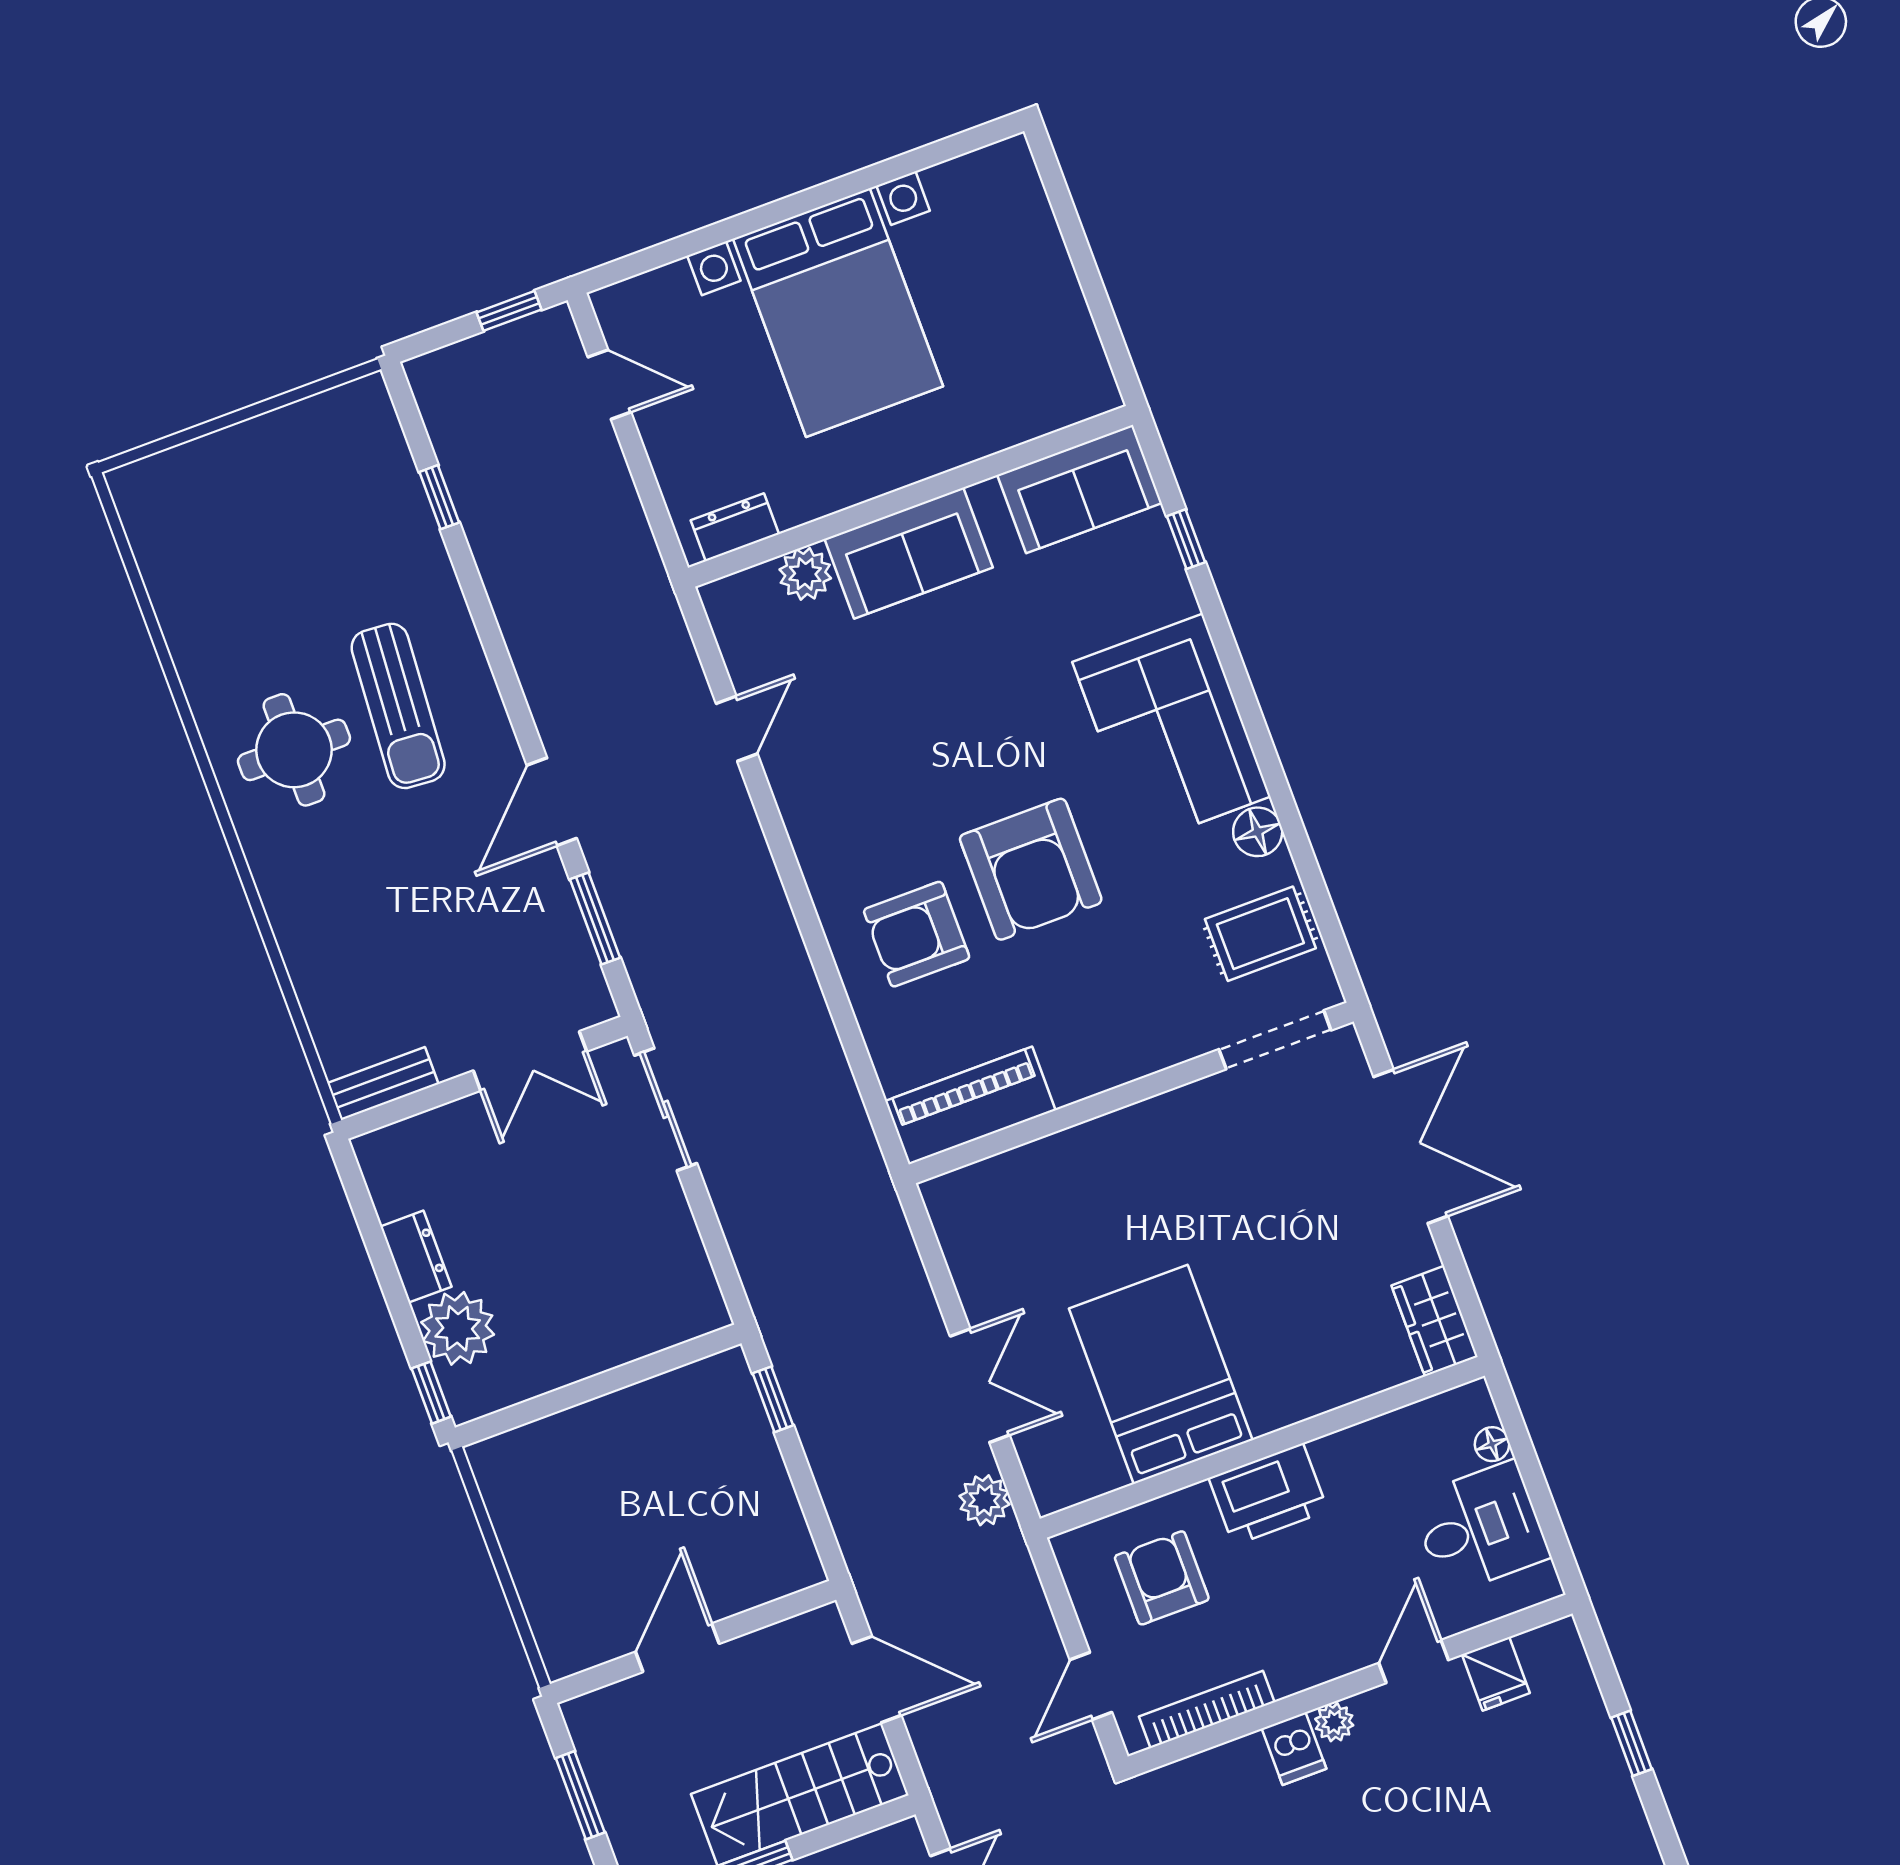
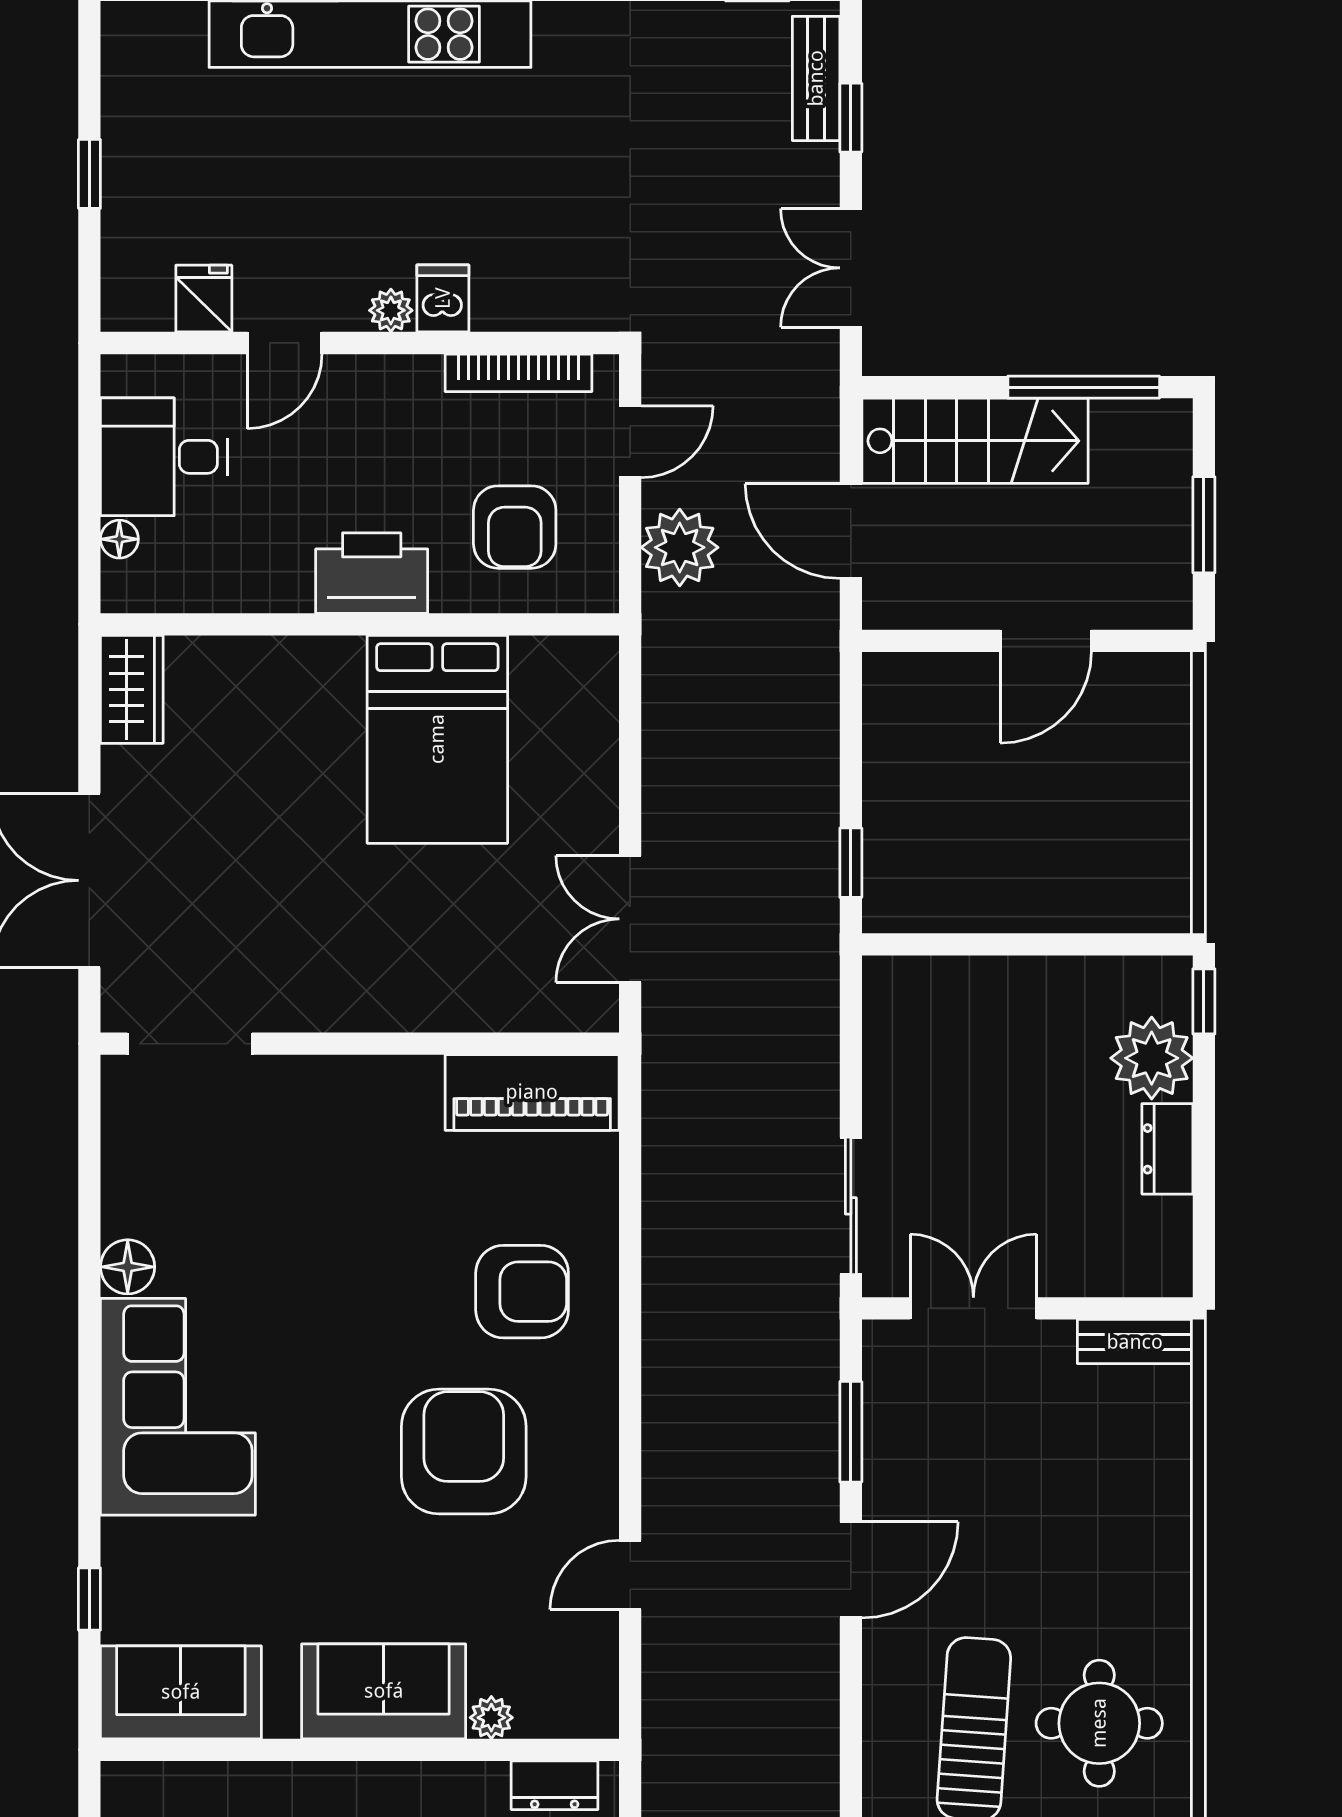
plant: (805, 574) -> (491, 1718), width x0.73, depth x0.73
armchair: (1031, 869) -> (464, 1452), moved
rug: (1260, 934) -> (164, 1160), removed
double door: (980, 1386) -> (630, 919), moved
plant: (984, 1500) -> (680, 547), moved, width x1.36, depth x1.36

